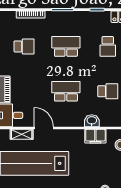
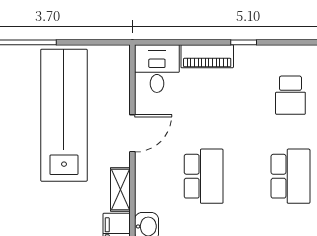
shelving: (22, 134) -> (120, 189), moved

